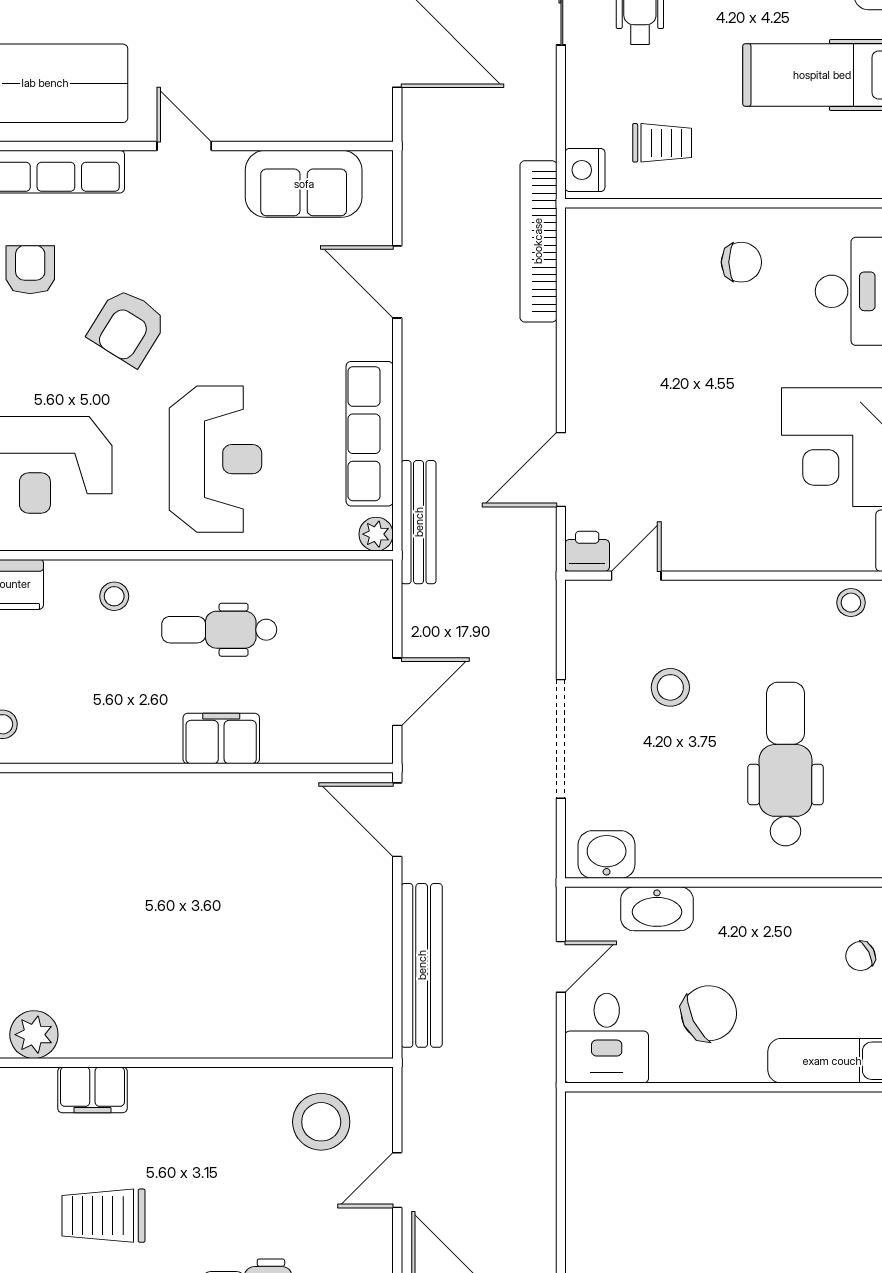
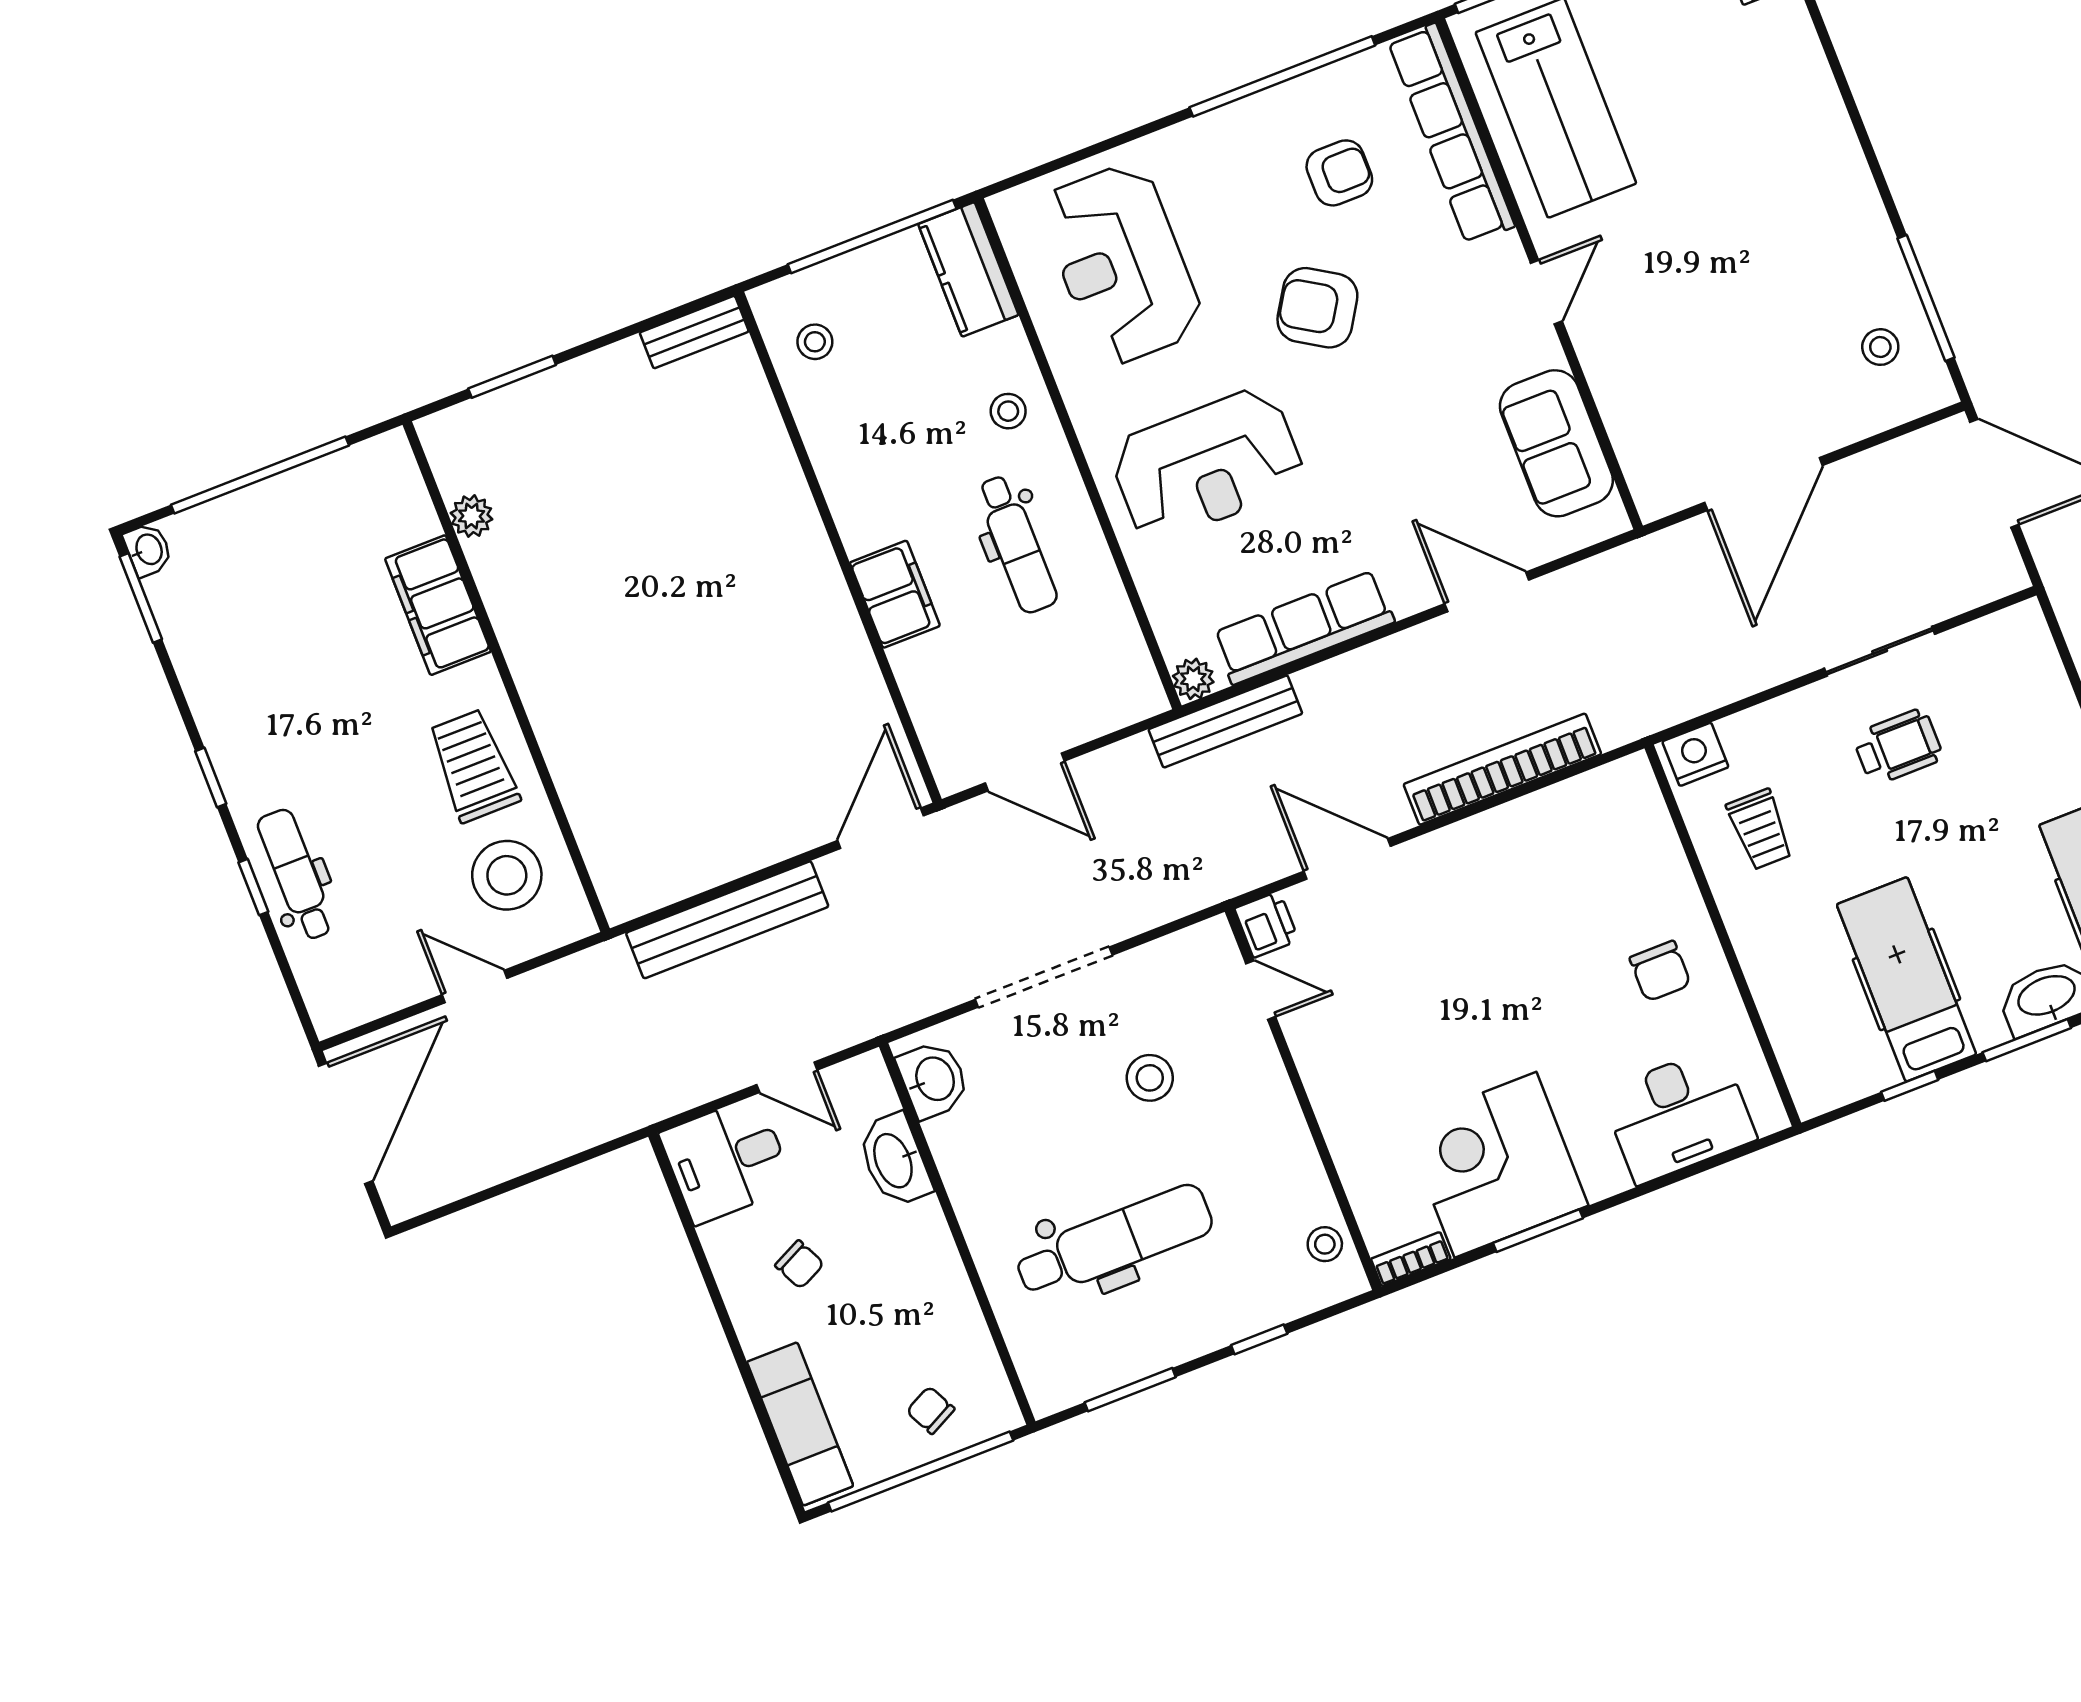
bookcase: (538, 241) -> (1502, 769), moved
door: (397, 282) -> (1487, 592), hinge flipped
dental chair: (219, 630) -> (1017, 544), turned 180
chair: (709, 1013) -> (800, 1264), width x0.54, depth x0.54
plant: (34, 1035) -> (472, 516), width x0.73, depth x0.73
filing cabinet: (92, 1090) -> (438, 605), width x1.50, depth x1.17
trolley: (103, 1216) -> (473, 766), moved

